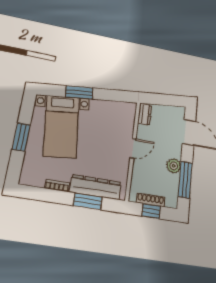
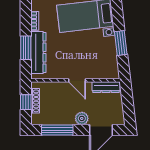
window: (79, 92) -> (121, 43), moved
dresser: (145, 114) -> (106, 87), width x1.44
plant: (174, 166) -> (82, 118), moved

